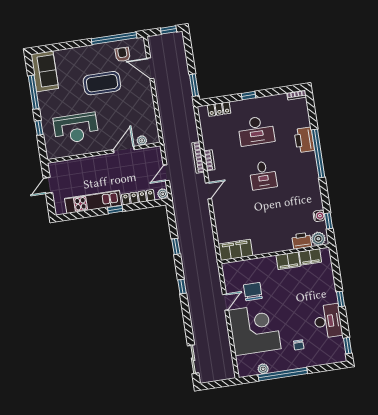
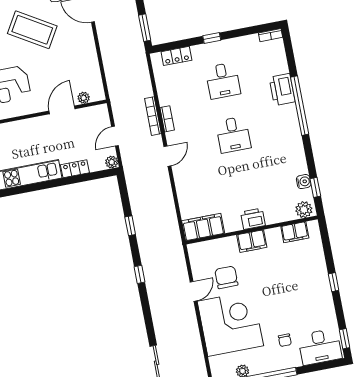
coffee table: (102, 83) -> (32, 30), turned 31
desk: (256, 131) -> (223, 81), width x0.73
locker: (138, 197) -> (75, 169), width x0.66
window: (115, 209) -> (54, 183), removed
printer: (302, 241) -> (253, 219), moved
filing cabinet: (288, 261) -> (252, 241), moved
desk: (328, 321) -> (320, 347), moved, turned 90

